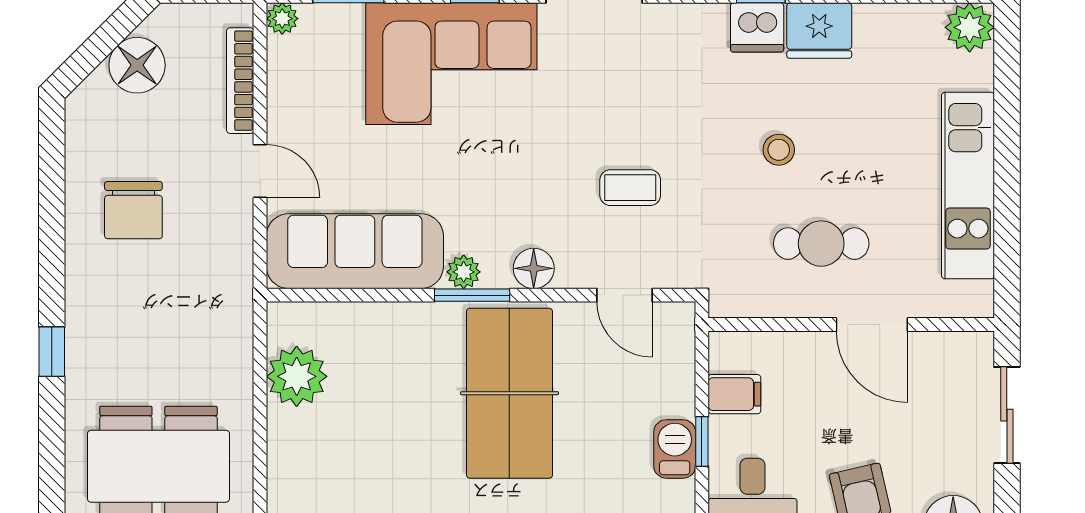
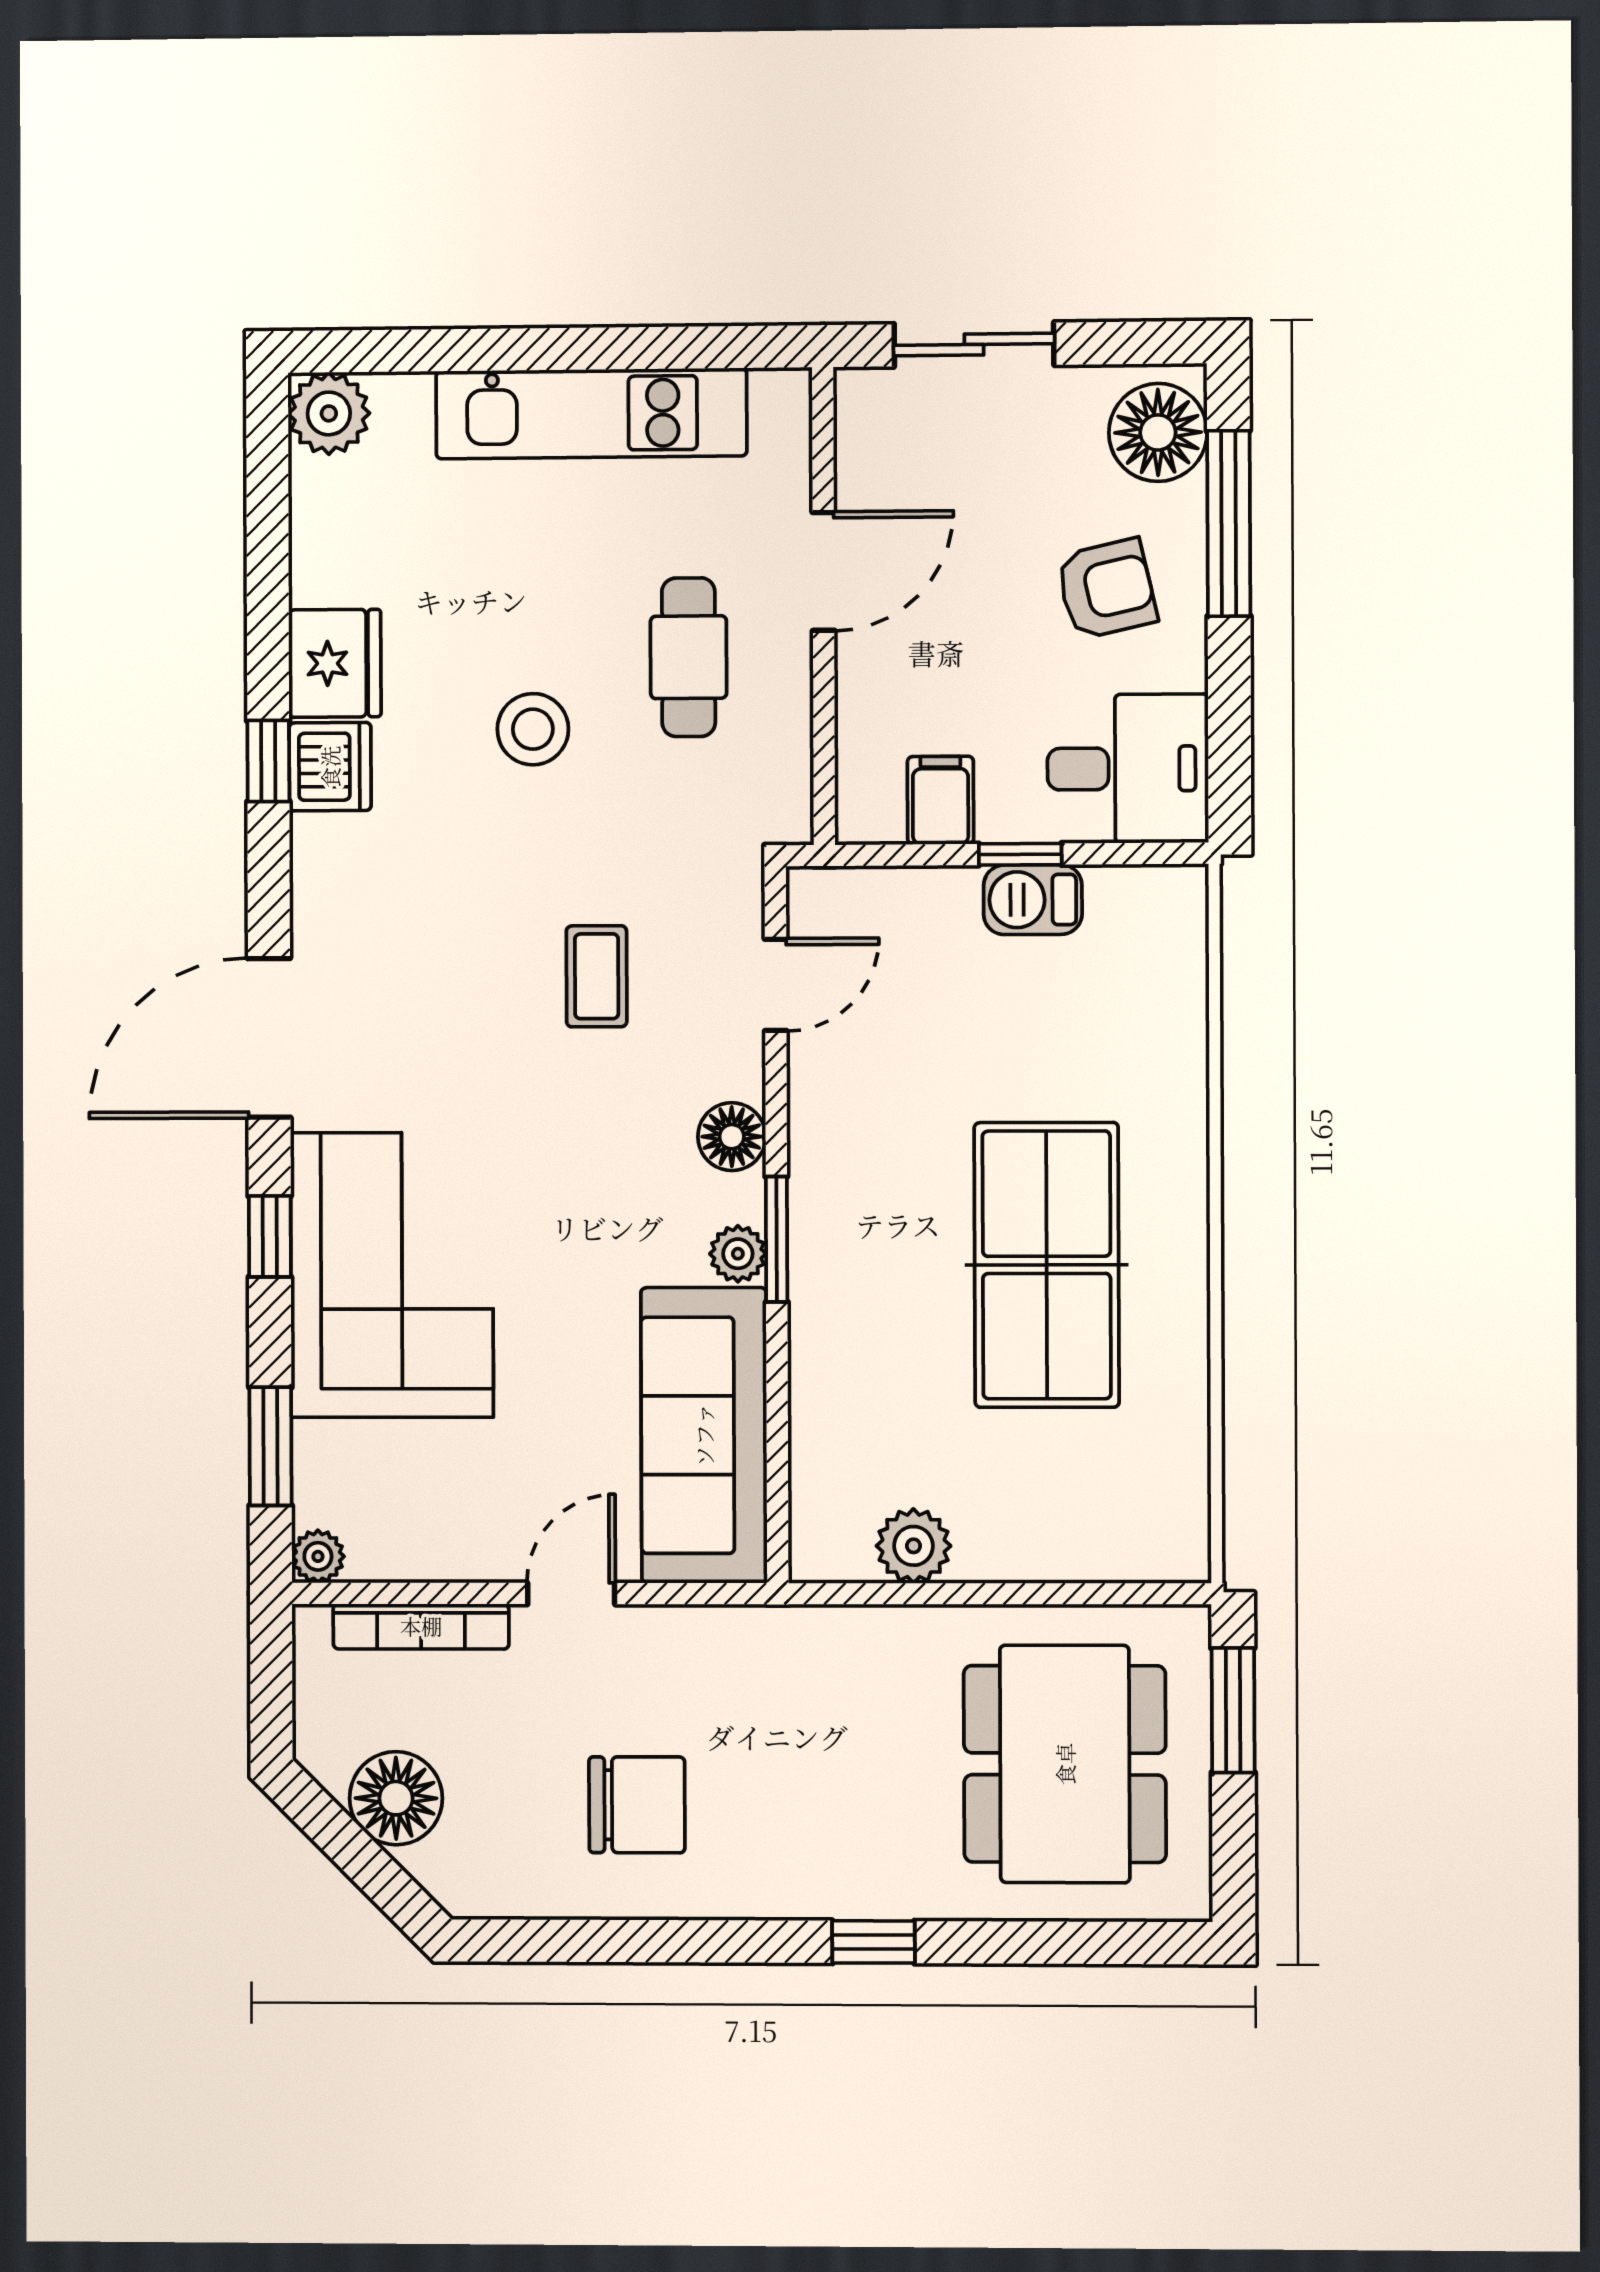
stool: (779, 150) -> (533, 729), width x1.37, depth x1.37
plant: (297, 376) -> (913, 1546), width x0.73, depth x0.73
table tennis table: (509, 393) -> (1047, 1265), moved, turned 90

